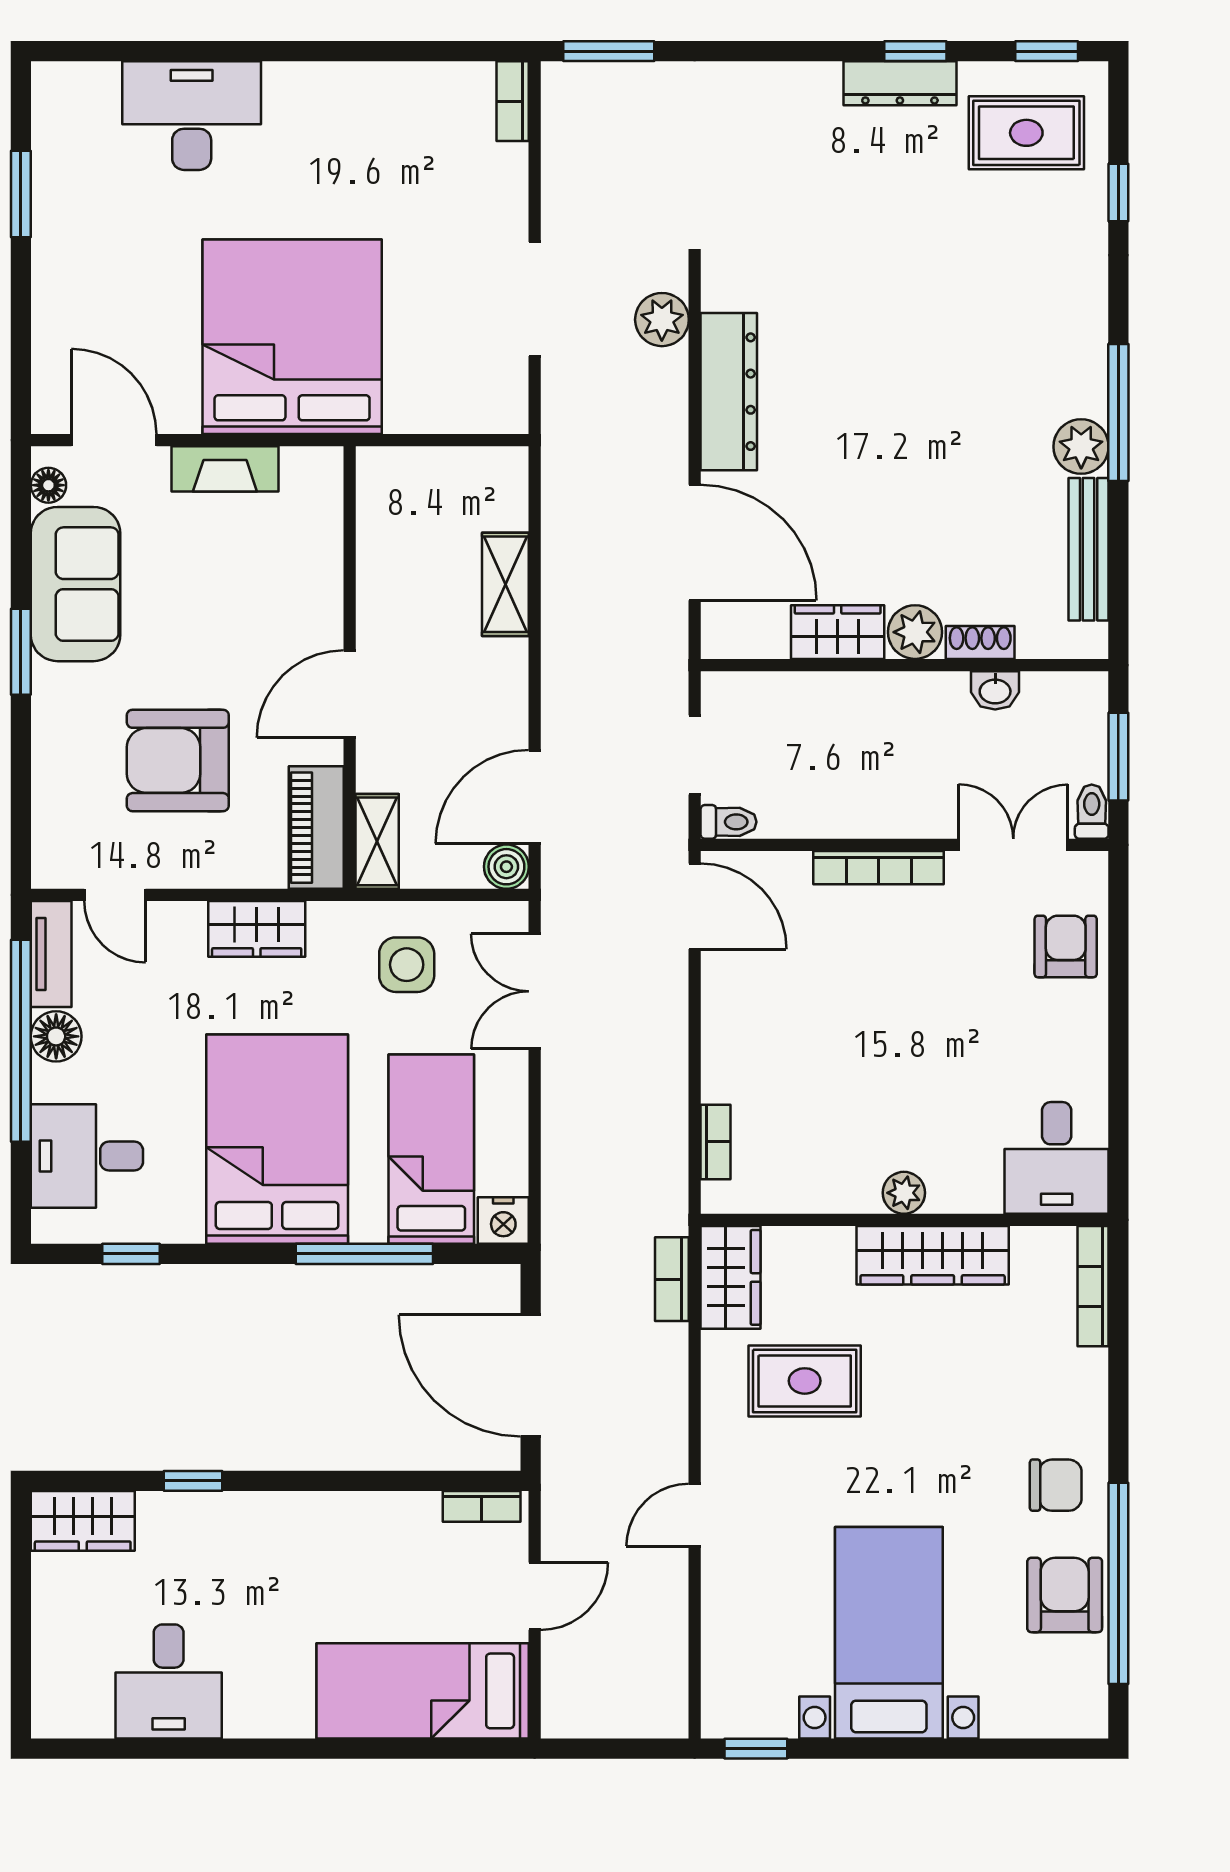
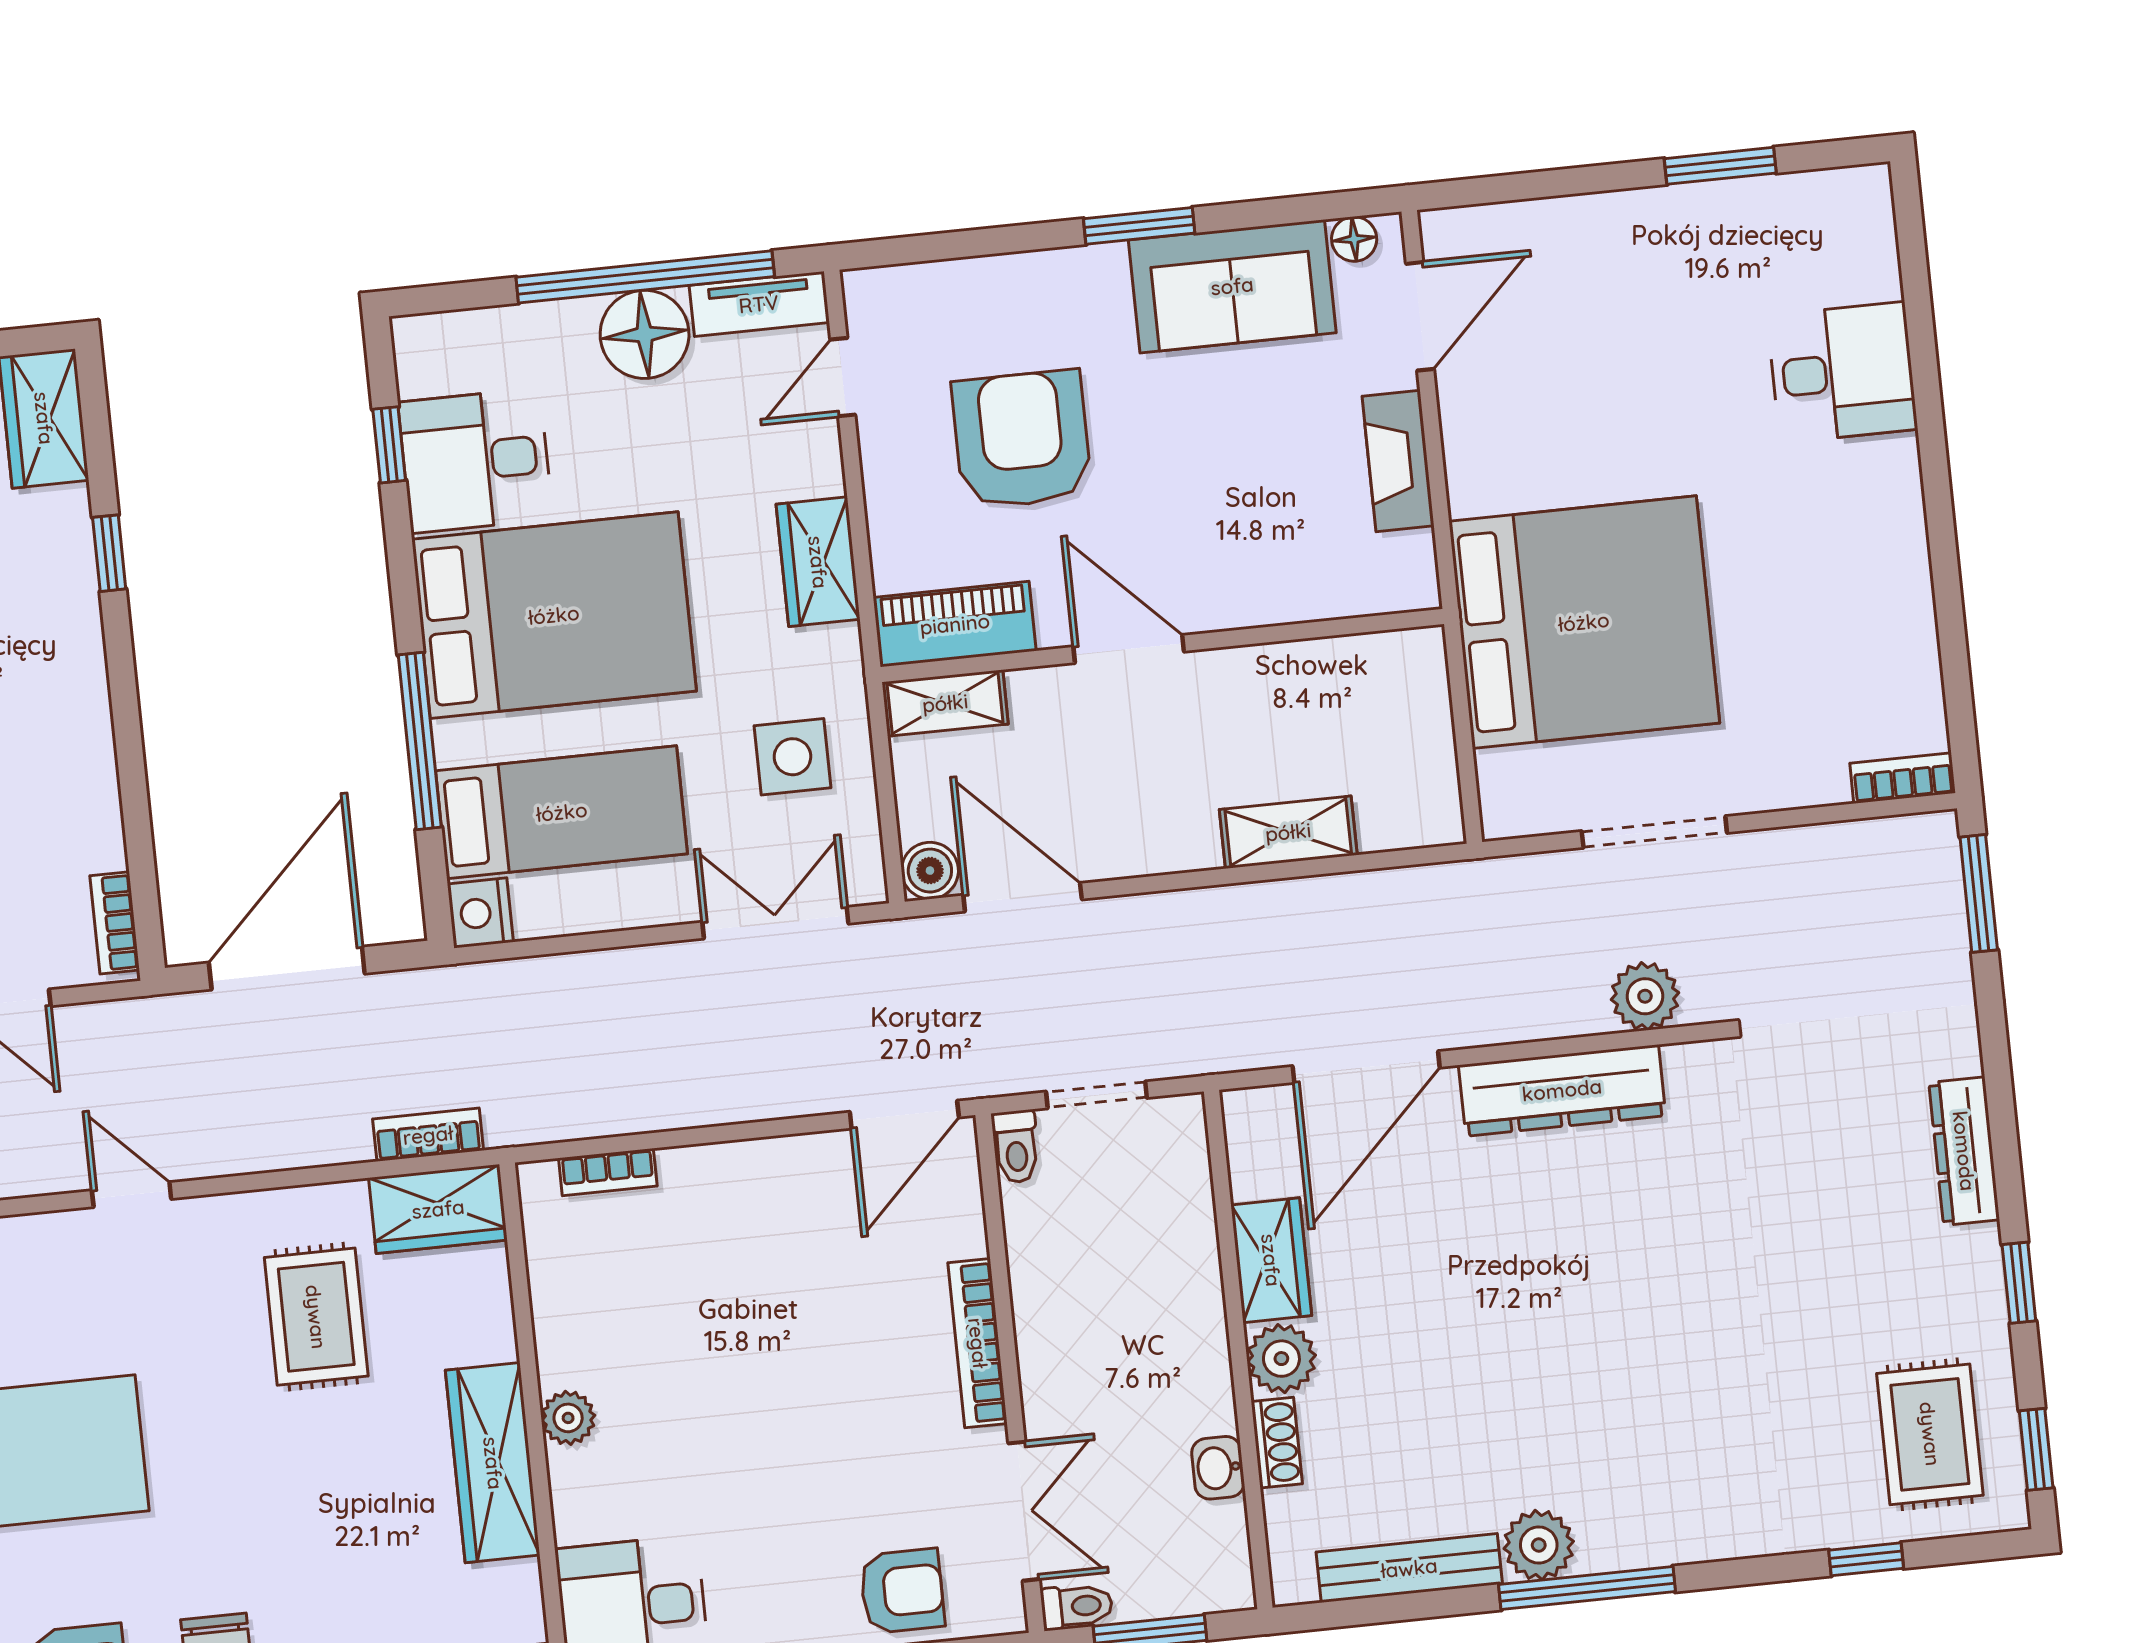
dresser: (900, 83) -> (1964, 1151), moved
desk: (192, 116) -> (1842, 372), width x0.73
bed: (292, 337) -> (1584, 622), moved
floor lamp: (56, 1036) -> (645, 334), width x1.38, depth x1.38
desk: (87, 1156) -> (476, 461), moved, turned -90

